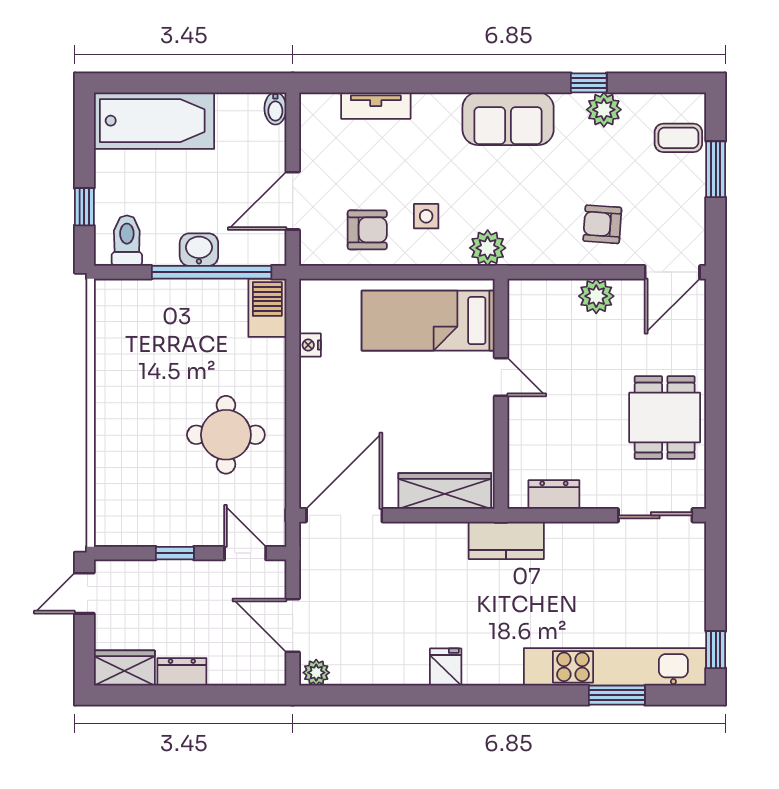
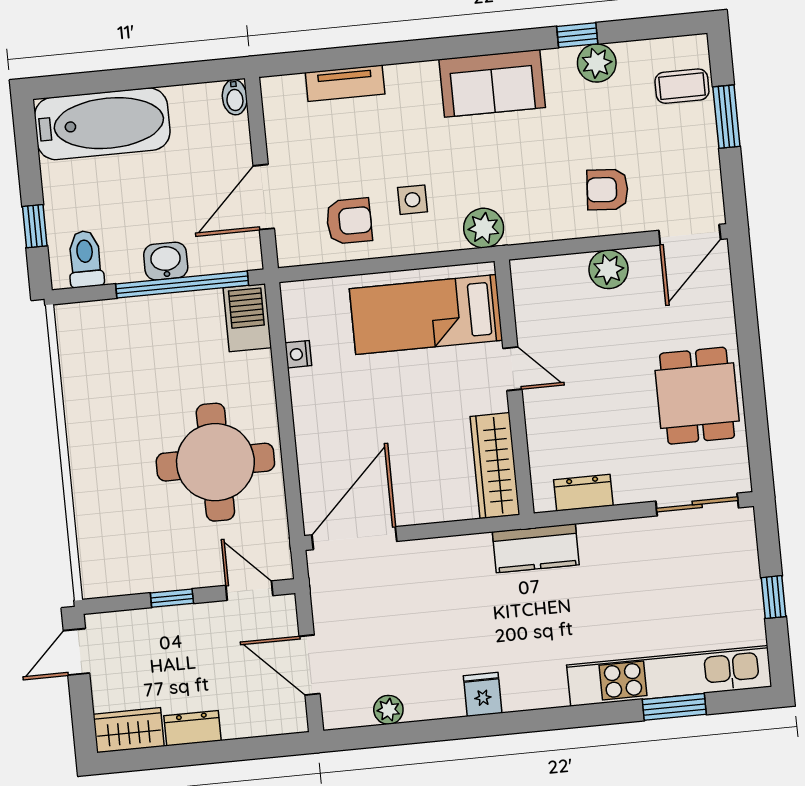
round table: (226, 435) -> (215, 462), width x1.36, depth x1.36
wardrobe: (445, 491) -> (495, 466), moved, turned -90
window: (716, 650) -> (774, 597), moved
plant: (316, 673) -> (388, 710), moved

